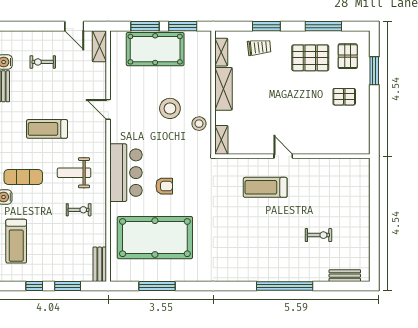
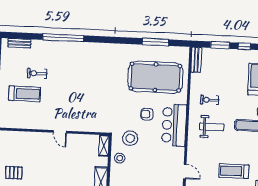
stool: (170, 108) -> (130, 138), moved
treadmill: (47, 129) -> (234, 171), moved, turned 180
treadmill: (265, 187) -> (25, 94), moved

